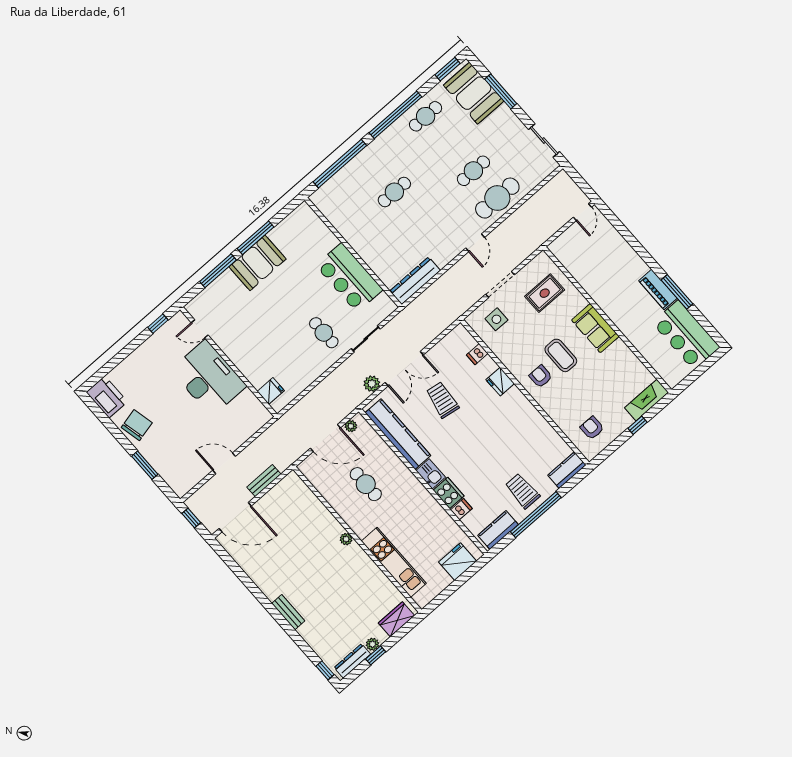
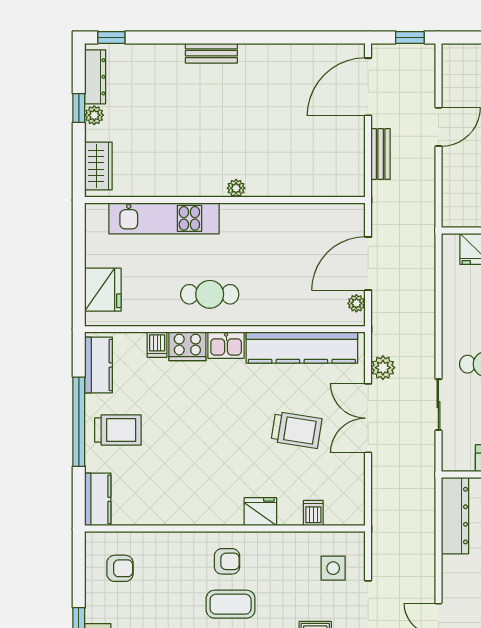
cafe table: (366, 484) -> (210, 294), moved

